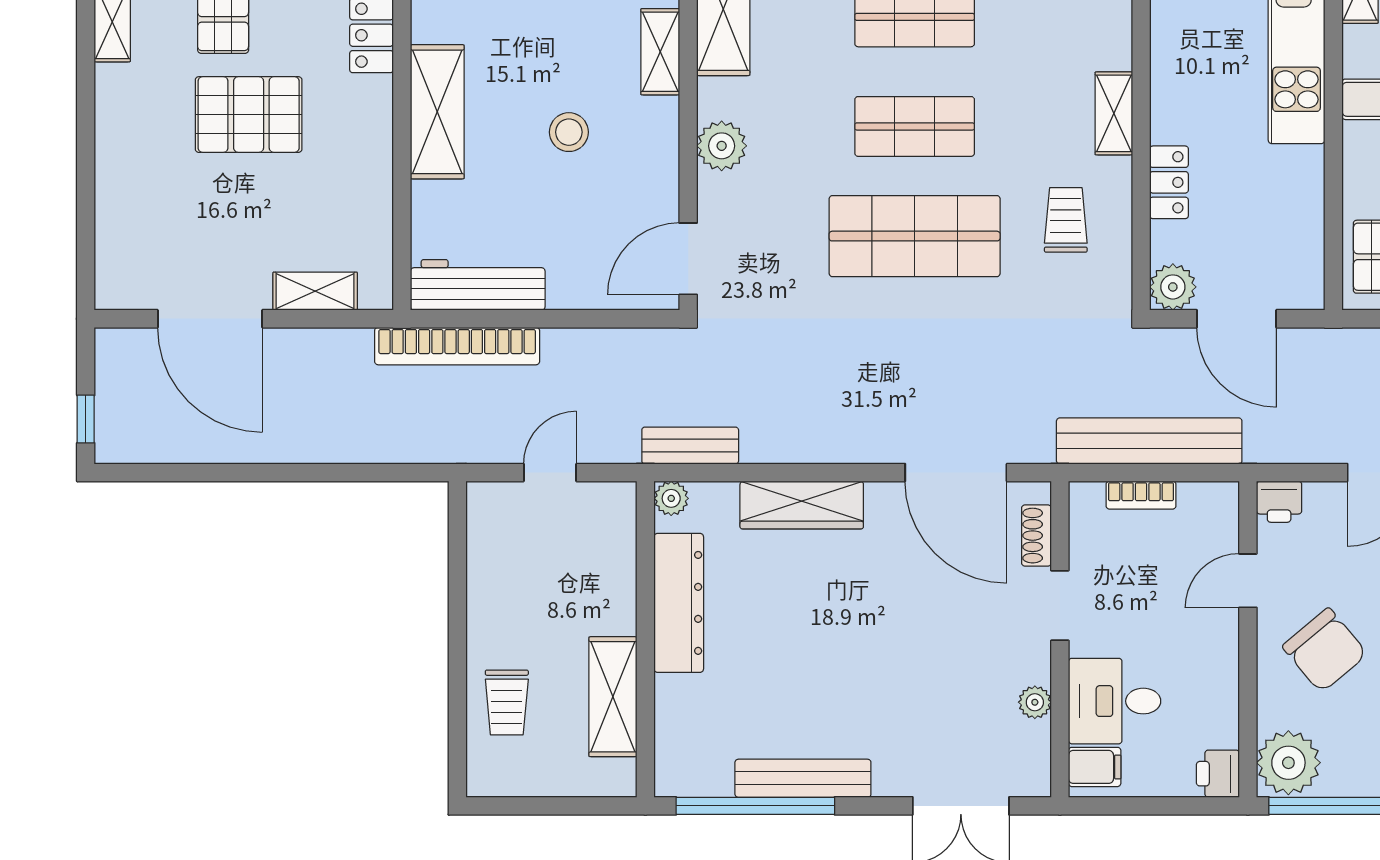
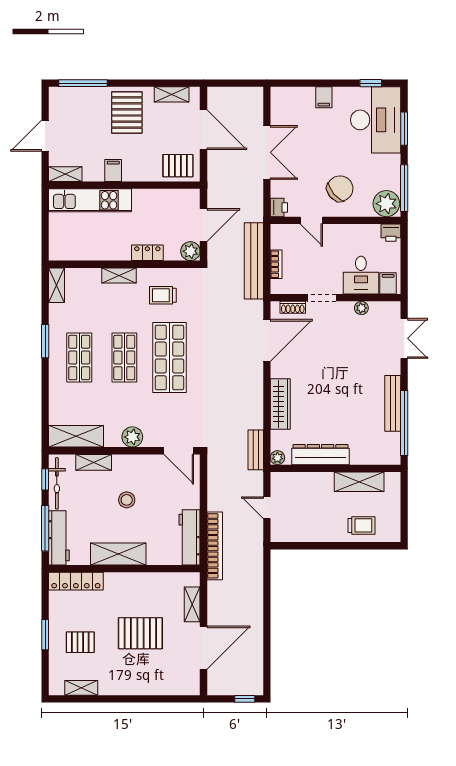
pallet: (249, 115) -> (140, 633), moved, turned 90

